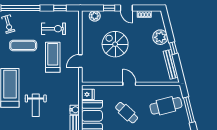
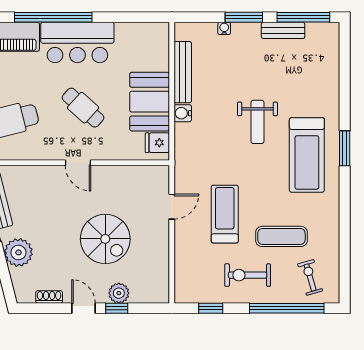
plant: (95, 16) -> (119, 293), moved
exercise bike: (54, 29) -> (248, 275), moved
treadmill: (53, 57) -> (225, 214), turned 180
weight bench: (36, 105) -> (257, 122), turned 180

